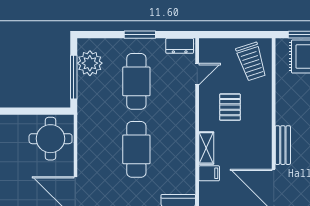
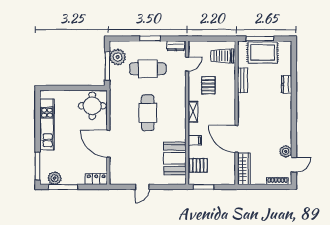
trolley: (251, 62) -> (222, 56), turned 108
cafe table: (136, 81) -> (148, 69), turned 90
bench: (283, 145) -> (242, 80), moved
filing cabinet: (209, 173) -> (195, 140), moved

